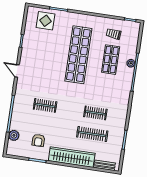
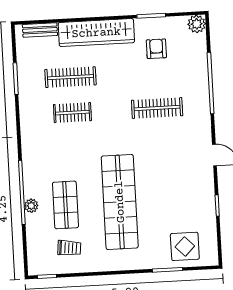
clothes rail: (45, 105) -> (157, 108), width x1.36
plant: (14, 135) -> (197, 24), moved

